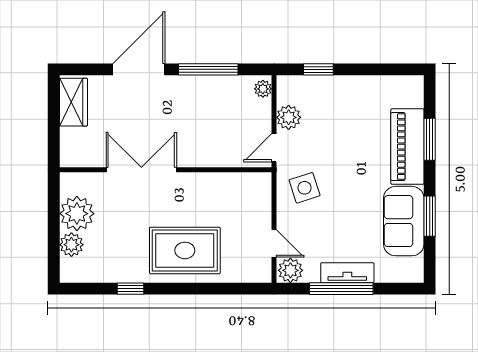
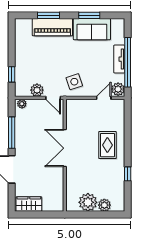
double door: (141, 170) -> (65, 148), moved
rug: (185, 250) -> (107, 145), width x0.73, depth x0.70
window: (341, 289) -> (128, 62), width x1.46

